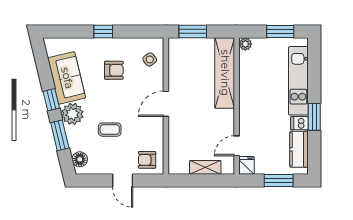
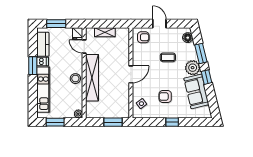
shelving: (225, 73) -> (92, 78), moved
stool: (250, 97) -> (75, 79), added
door: (237, 146) -> (84, 47), swing flipped

